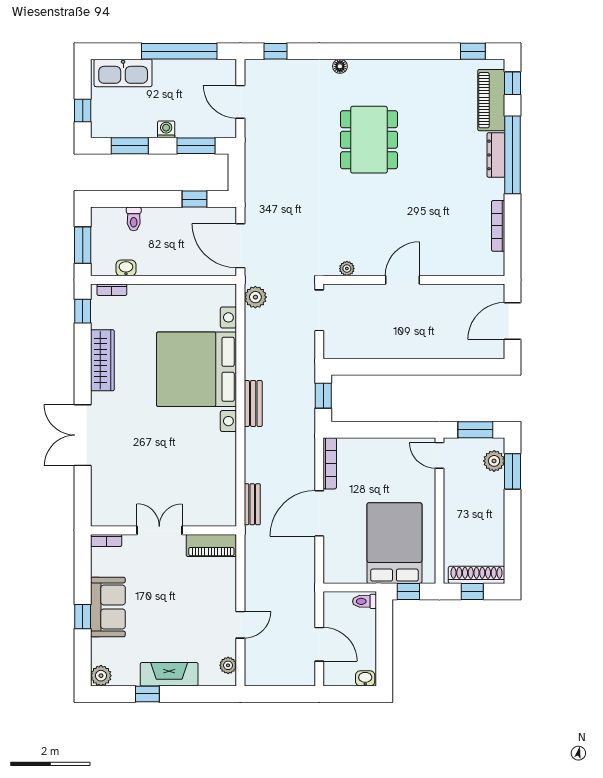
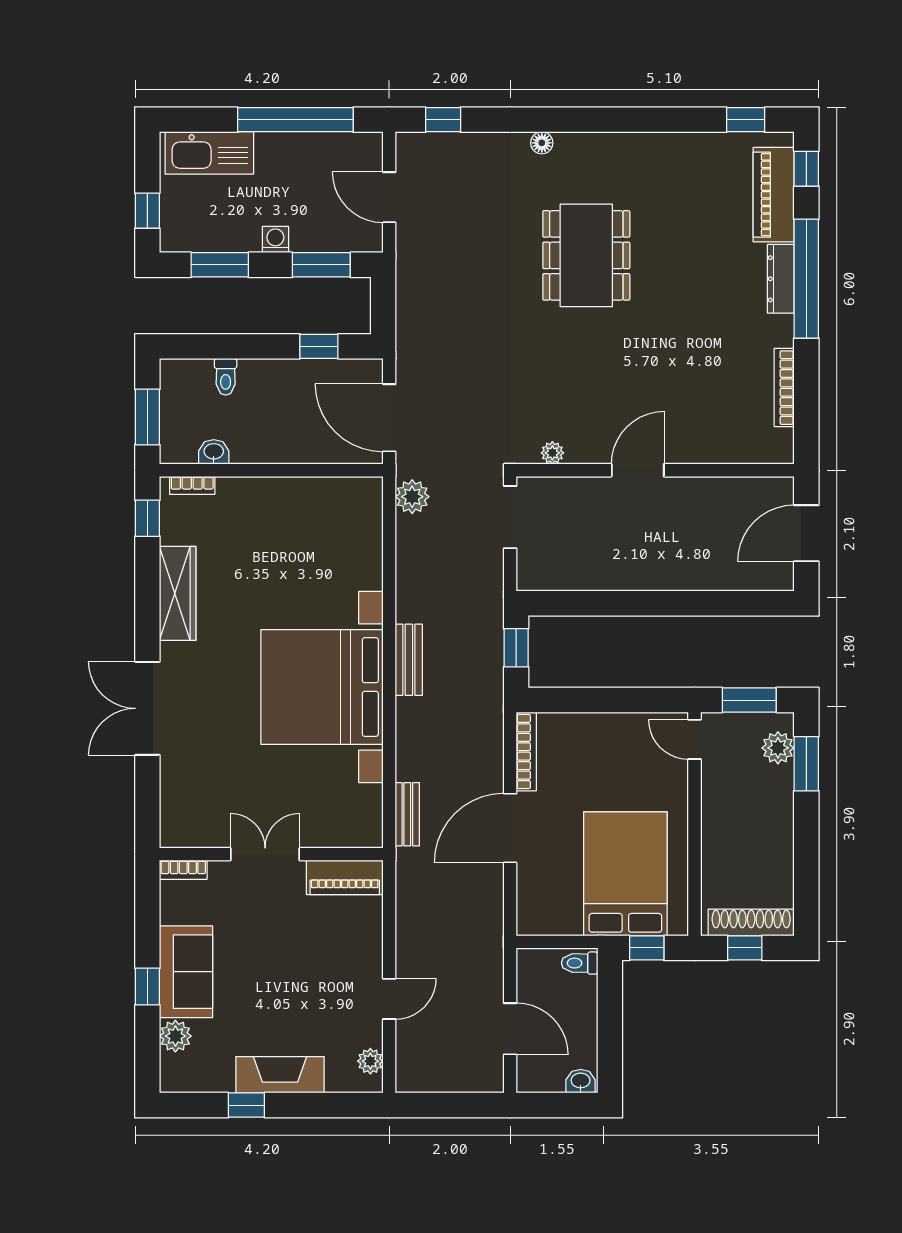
bed with nightstands: (197, 369) -> (322, 687), moved
plant: (101, 676) -> (175, 1036), moved

